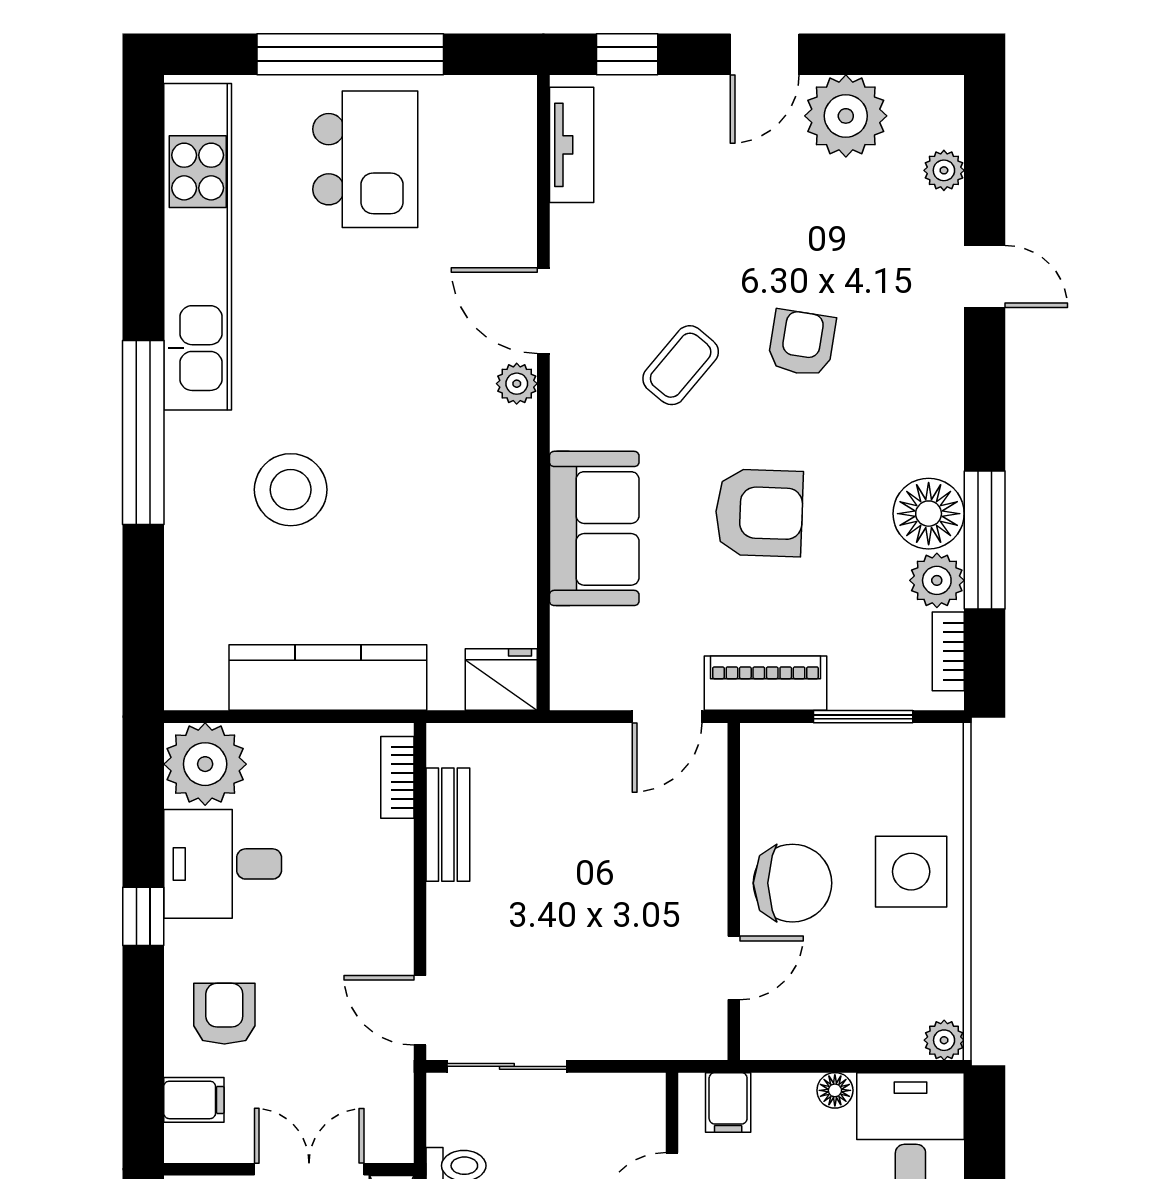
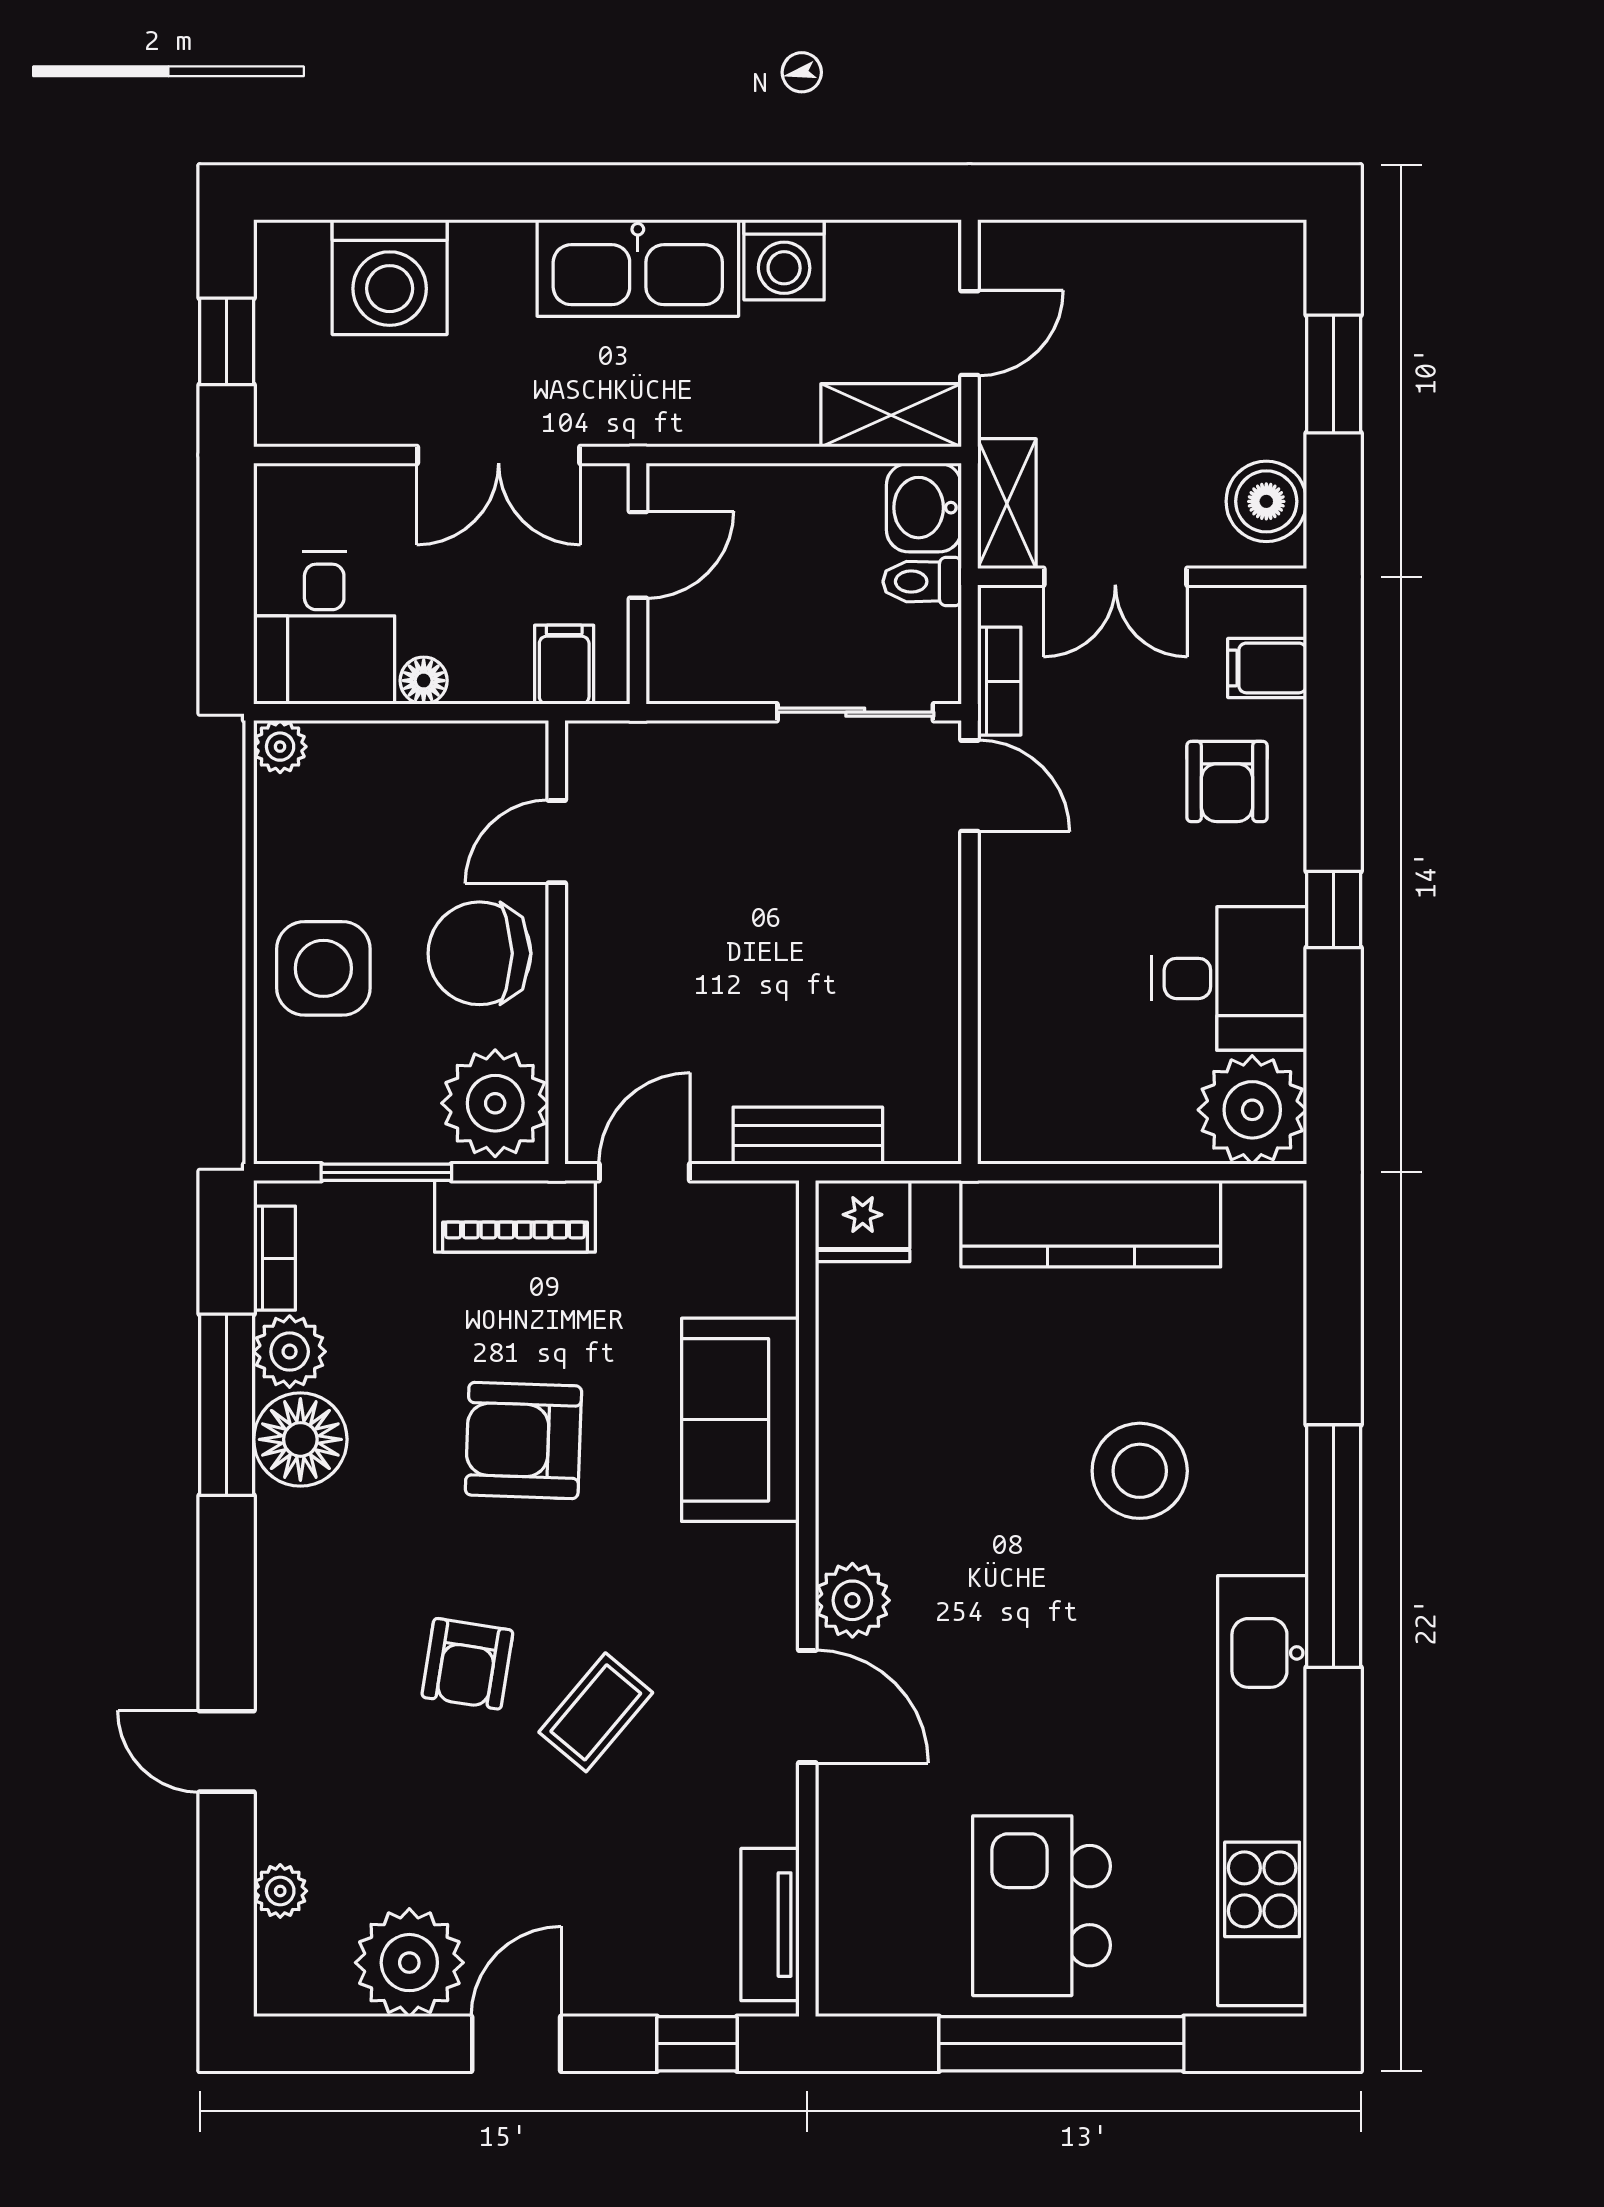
coffee table: (681, 365) -> (596, 1712), moved
plant: (517, 384) -> (852, 1600), width x1.38, depth x1.38
plant: (781, 769) -> (495, 1103), added
bookcase: (397, 777) -> (999, 681), moved
bench: (448, 825) -> (808, 1136), moved, turned 90

